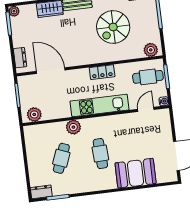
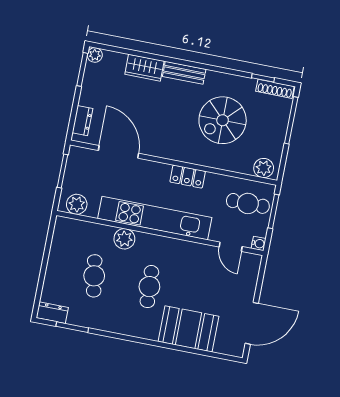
kitchen unit: (100, 105) -> (155, 218), width x1.36
door: (146, 109) -> (231, 247), swing flipped
cafe table: (61, 158) -> (94, 276), turned -30

